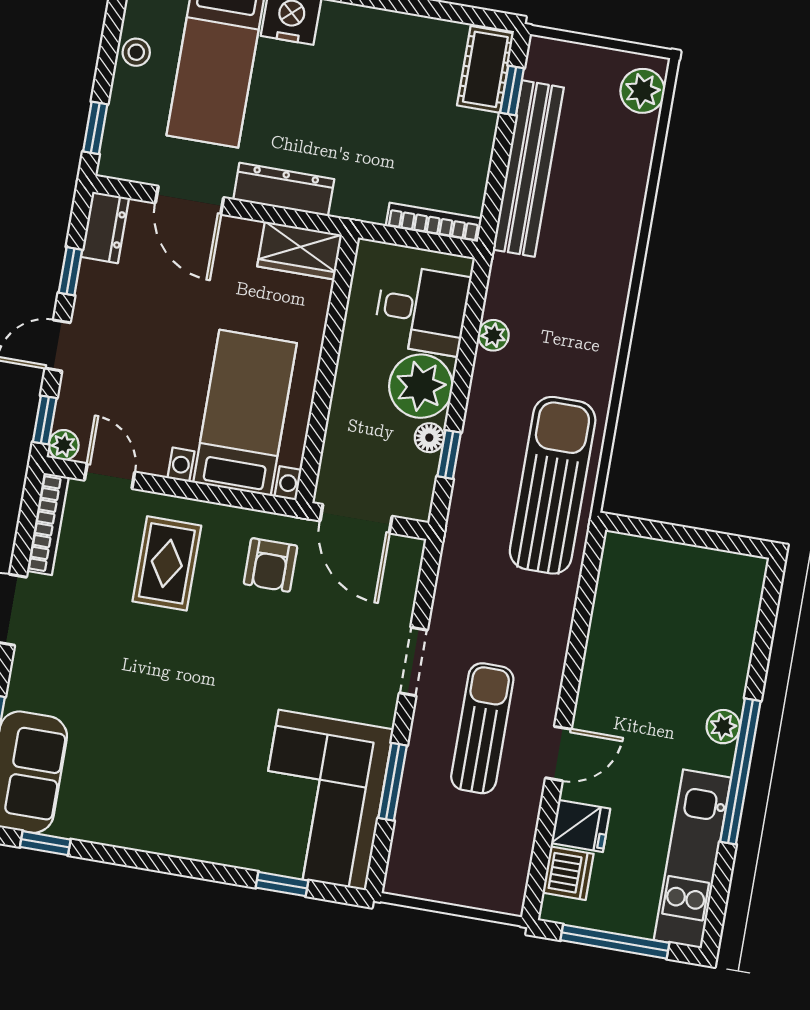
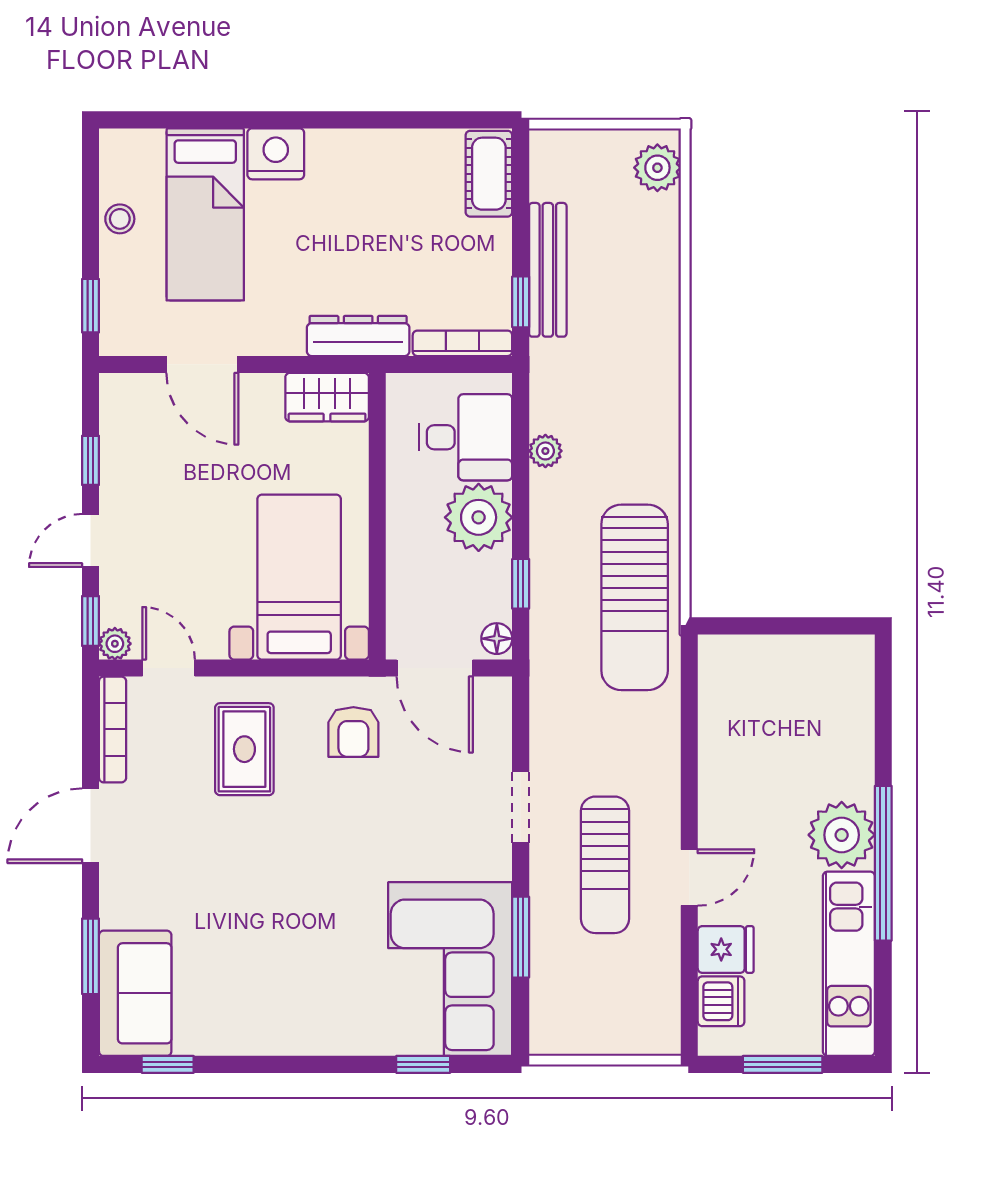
window: (512, 91) -> (521, 302), moved
bench: (528, 169) -> (548, 270), width x0.73, depth x0.82
dresser: (284, 189) -> (358, 336), moved
dresser: (105, 227) -> (119, 408), removed
floor lamp: (429, 438) -> (497, 639), moved
sun lounger: (553, 485) -> (635, 597), turned 180
plant: (723, 727) -> (842, 835), width x1.88, depth x1.88
sun lounger: (482, 728) -> (605, 865), turned 180
window: (615, 942) -> (783, 1064), width x0.69

